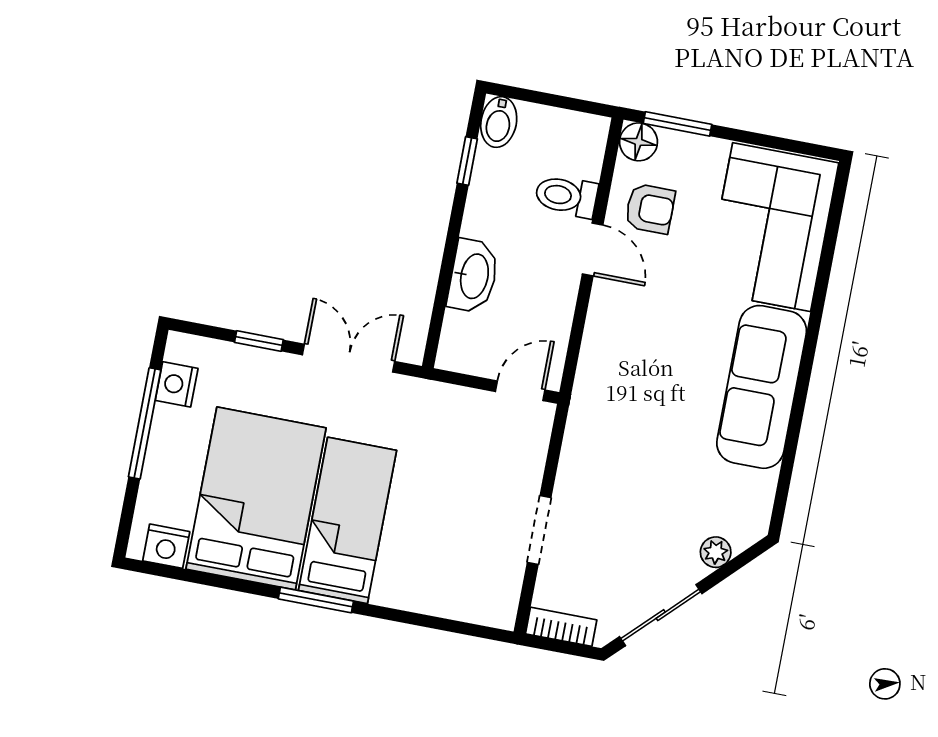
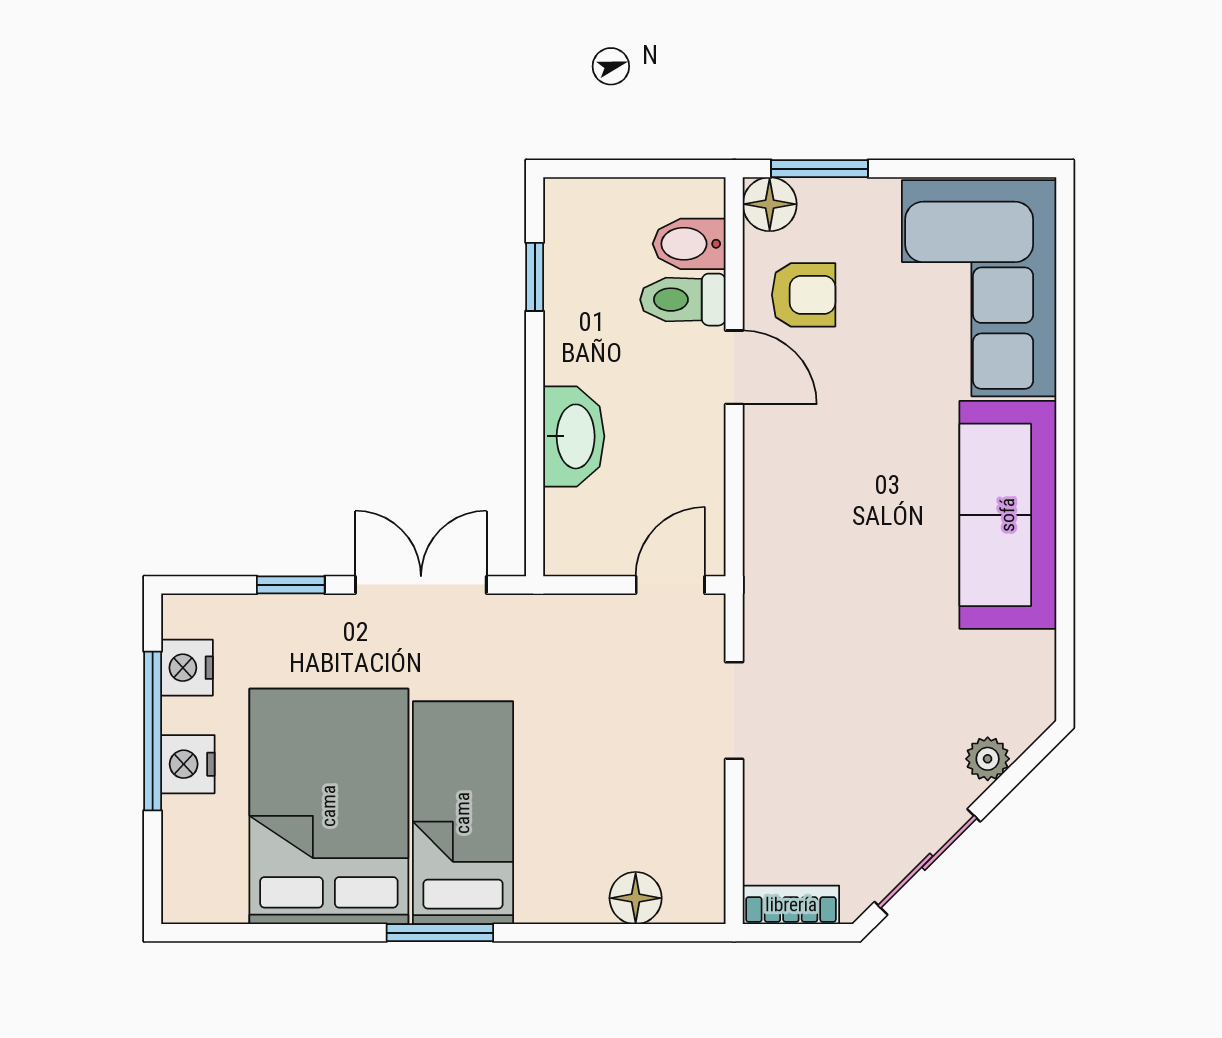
bidet: (499, 122) -> (689, 244), moved, turned 90
doorway: (539, 530) -> (734, 711), moved
nightstand: (166, 546) -> (188, 764), moved, turned 90
floor lamp: (455, 602) -> (636, 898), added

